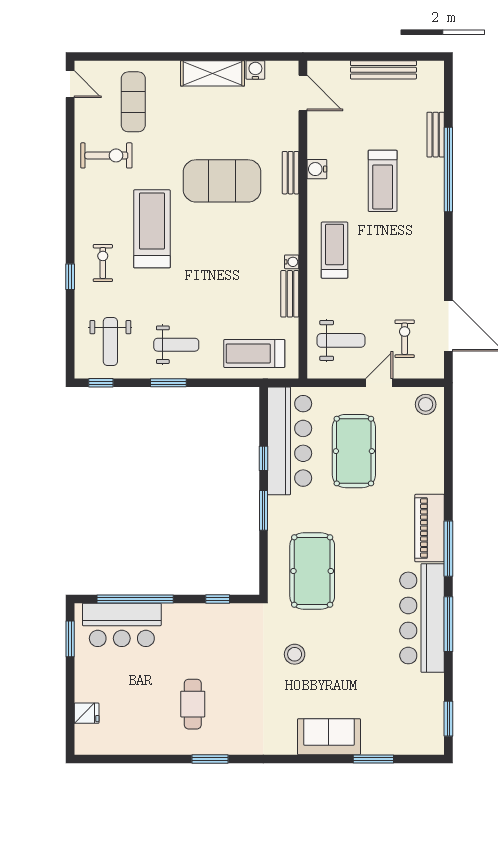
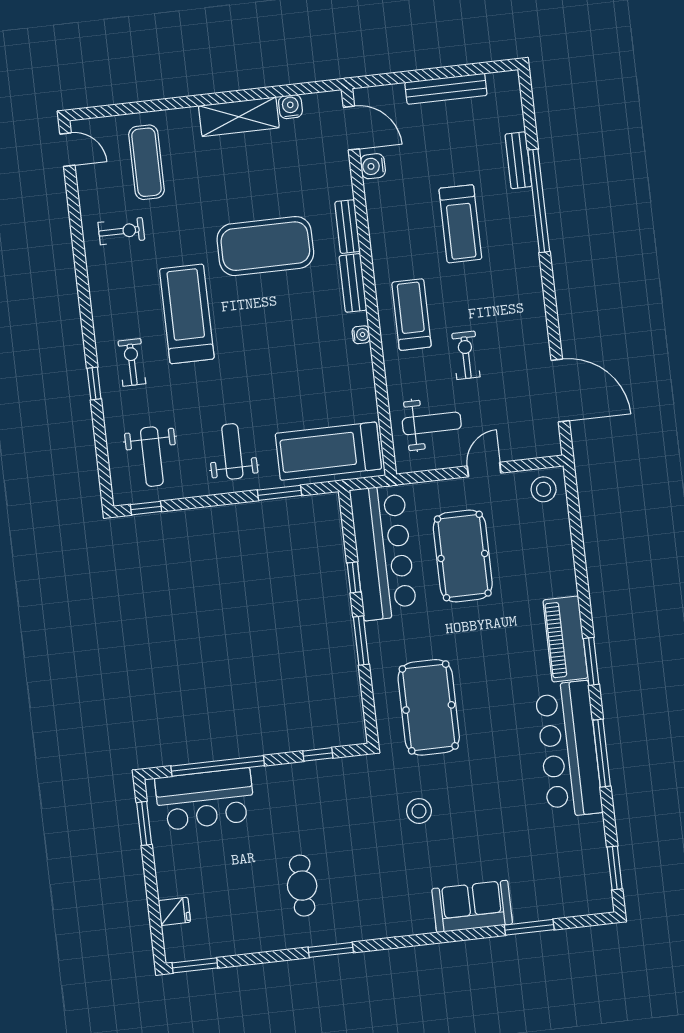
exercise bike: (106, 155) -> (121, 231), width x0.73, depth x0.72
water cooler: (317, 169) -> (373, 166), moved
bench: (290, 294) -> (353, 283), moved
exercise bike: (405, 339) -> (466, 355), moved
weight bench: (176, 345) -> (232, 451), turned -90
treadmill: (254, 353) -> (328, 451), width x1.37, depth x1.37
window: (168, 383) -> (280, 493), moved
window: (448, 549) -> (591, 661), width x0.69
window: (98, 759) -> (195, 965), added

